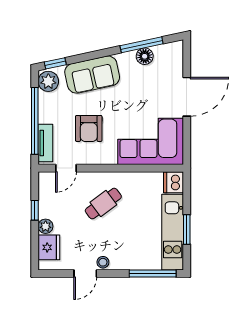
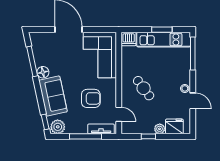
floor lamp: (145, 56) -> (43, 72), moved
window: (35, 121) -> (85, 136), width x0.68

